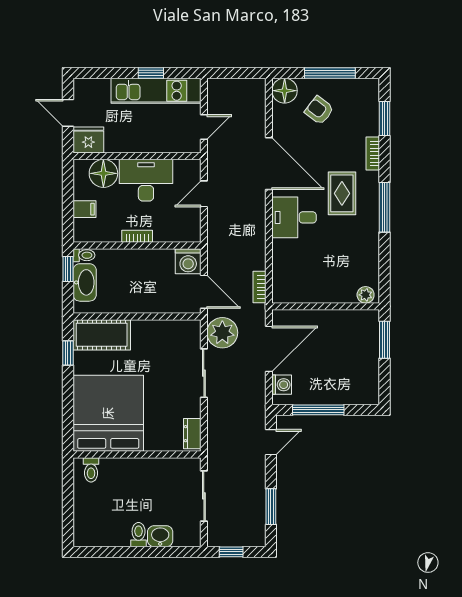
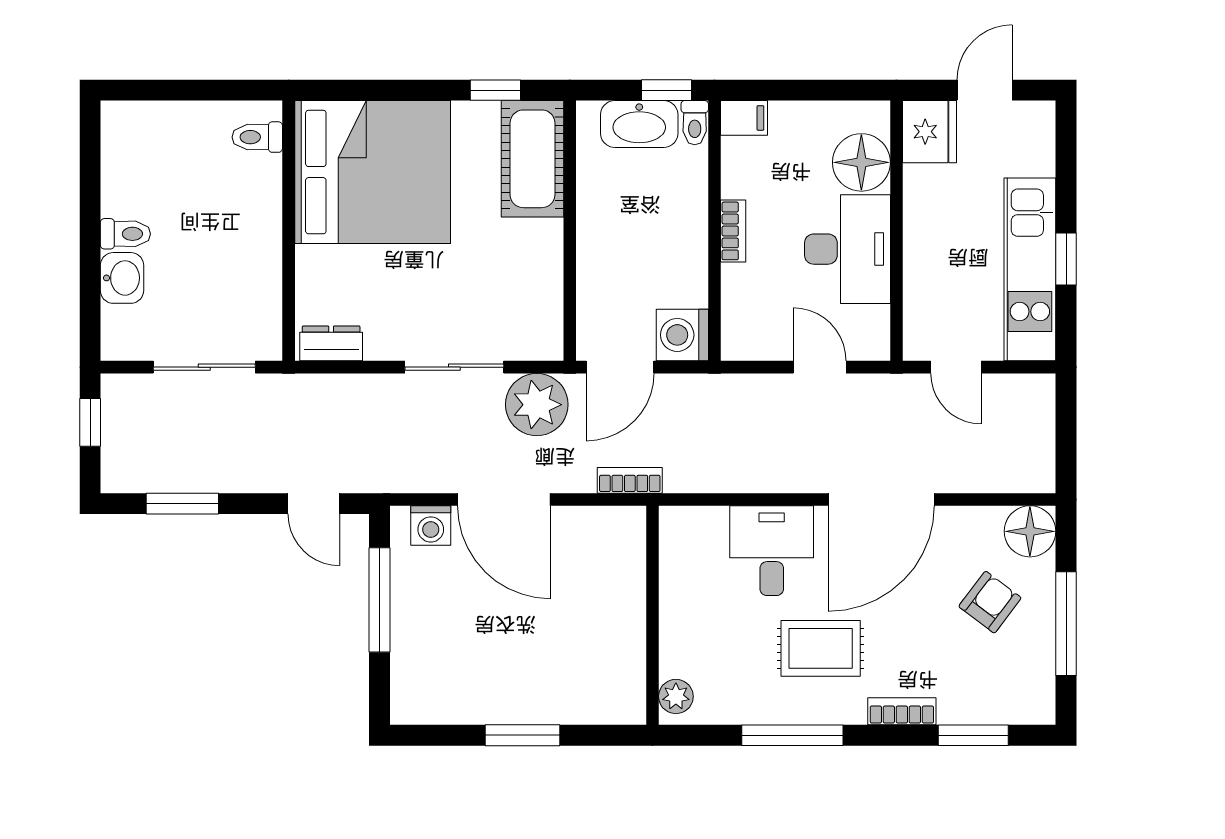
filing cabinet: (85, 209) -> (744, 118), moved, turned -90
plant: (366, 295) -> (676, 696), moved
wall: (326, 306) -> (652, 615), moved

